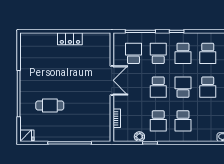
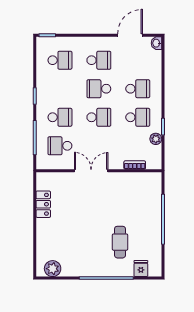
locker: (70, 39) -> (43, 204), moved
plant: (27, 47) -> (53, 269), added
school desk: (158, 53) -> (60, 117), turned 180
school desk: (183, 53) -> (60, 89), removed
fridge: (27, 136) -> (141, 269), moved

